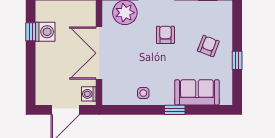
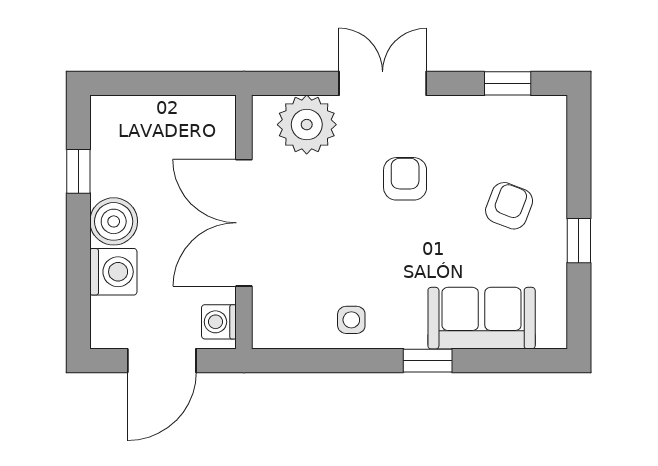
washing machine: (45, 32) -> (113, 272), moved
boiler: (45, 52) -> (114, 221), added

